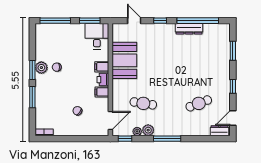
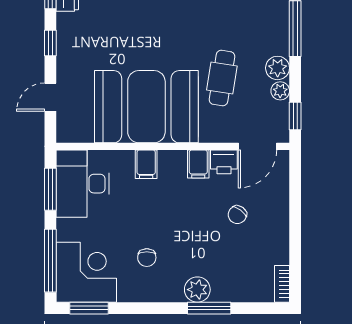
desk: (97, 36) -> (83, 184), width x1.37
corner desk: (50, 38) -> (86, 272), added
booth: (124, 60) -> (146, 107), width x1.36, depth x1.42
plant: (41, 68) -> (197, 290), moved
window: (32, 70) -> (89, 308), moved
printer: (103, 80) -> (224, 162), moved
door: (110, 121) -> (257, 146), swing flipped

